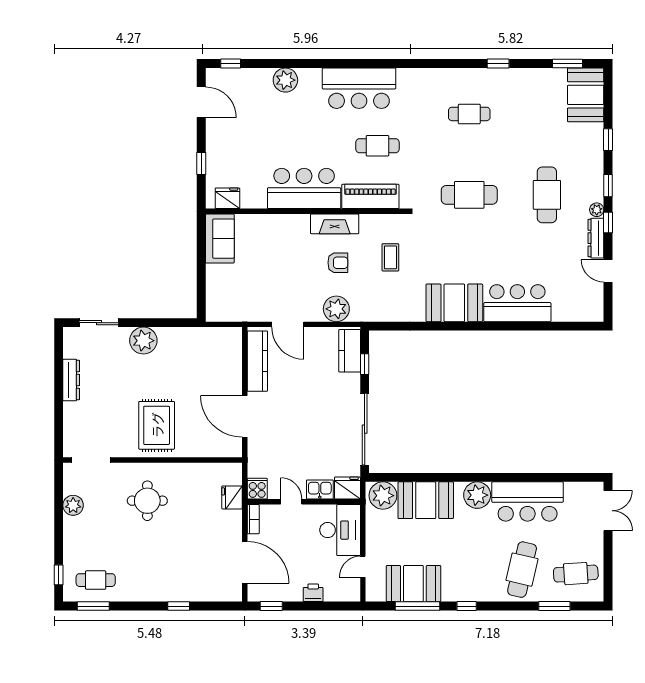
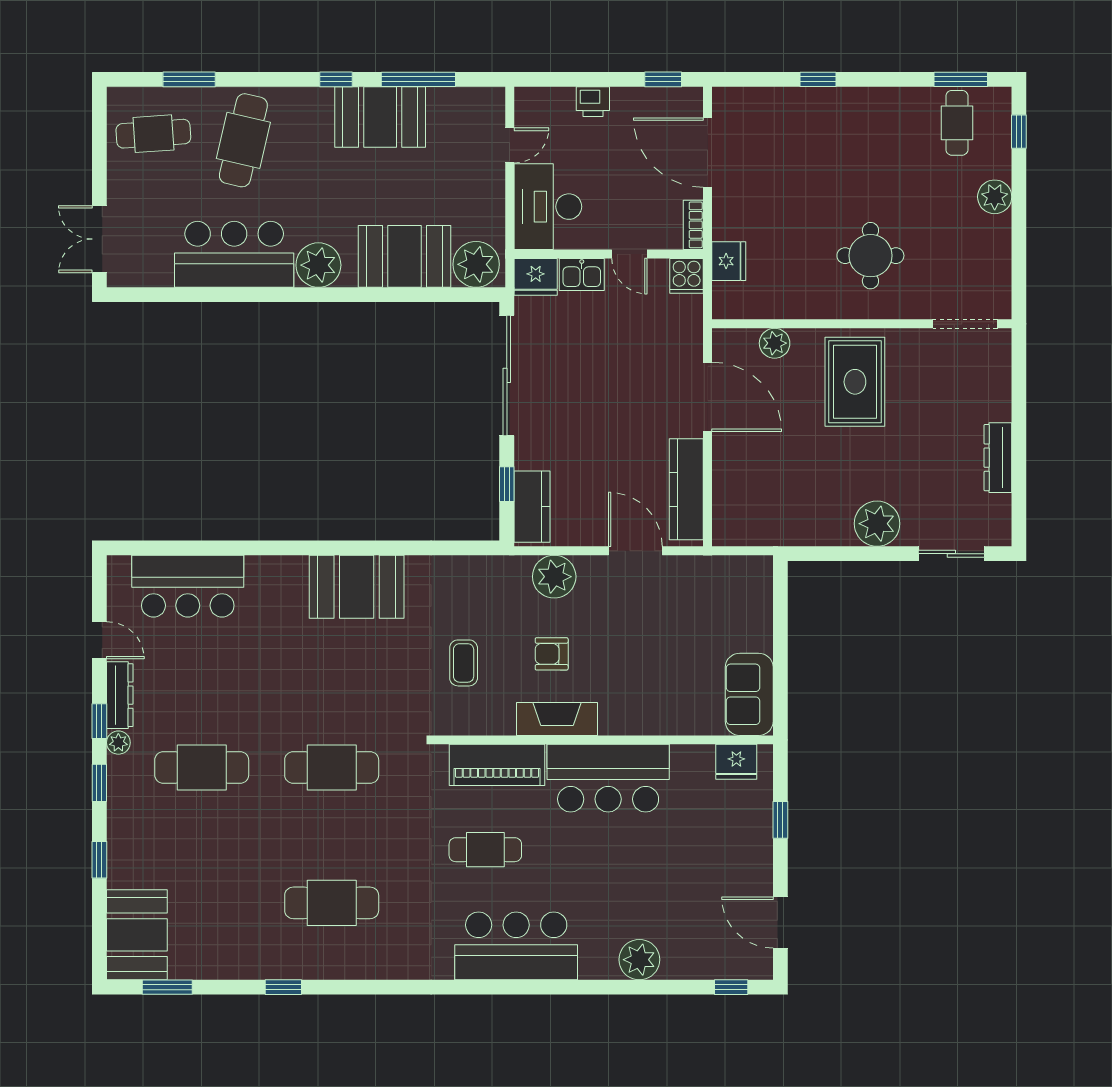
cafe table: (469, 114) -> (332, 903), width x1.37, depth x1.35
cafe table: (547, 195) -> (202, 768), turned 90
bar counter: (517, 303) -> (188, 586), moved
plant: (205, 448) -> (775, 343), added
plant: (73, 505) -> (995, 197), moved
cafe table: (96, 580) -> (957, 123), turned 90
booth: (413, 584) -> (380, 117), moved

